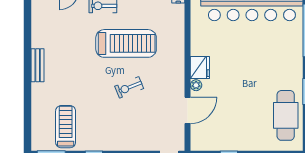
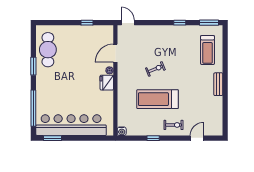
treadmill: (66, 127) -> (207, 50), moved

